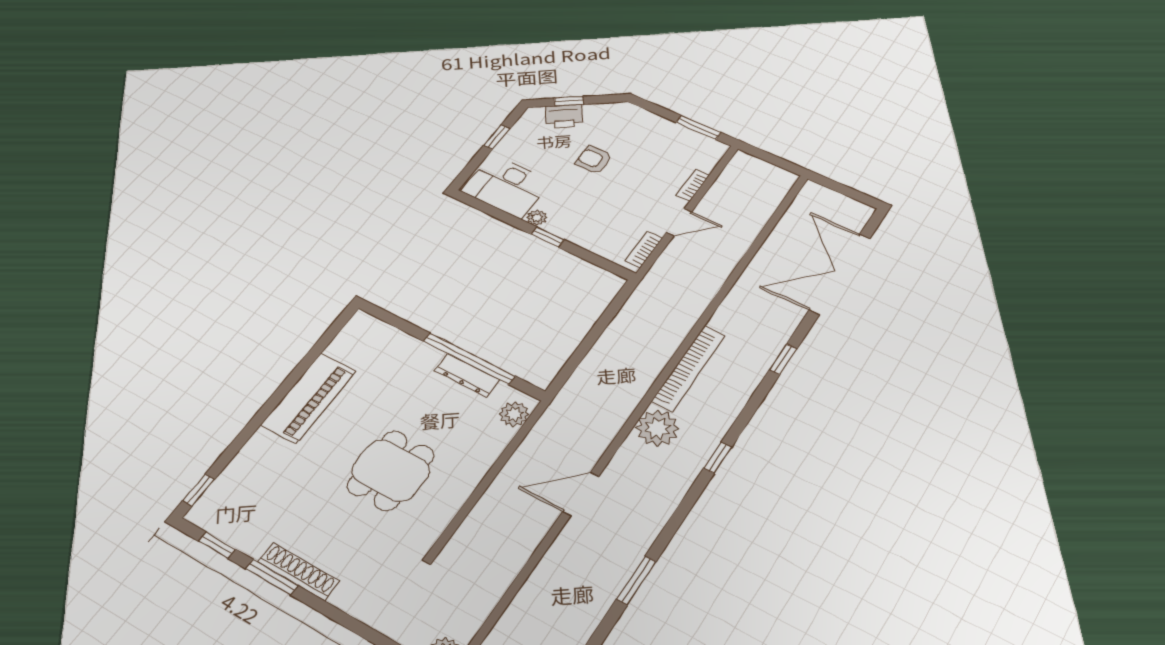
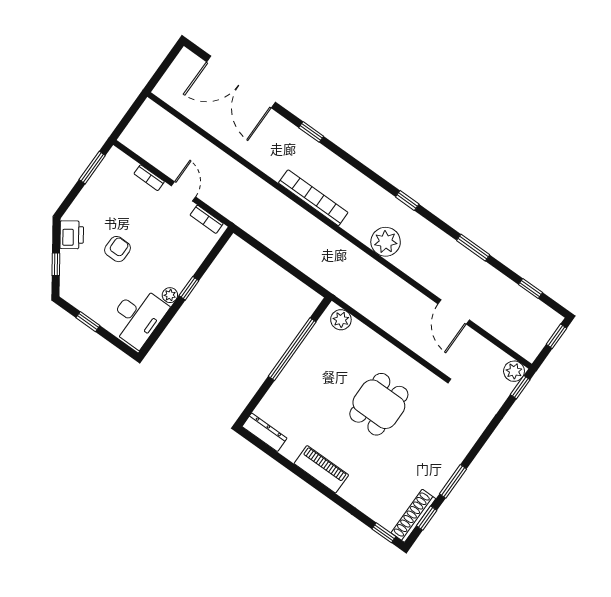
printer: (564, 116) -> (72, 235), moved
armchair: (594, 160) -> (117, 249), turned 180
dresser: (467, 375) -> (264, 432), moved, turned -90
piano: (309, 398) -> (321, 469), width x0.73, depth x0.75
plant: (658, 428) -> (386, 242), moved
window: (718, 458) -> (407, 200), moved
dining table: (391, 470) -> (379, 404), turned 90
door: (581, 494) -> (454, 312), moved
shoe rack: (298, 571) -> (413, 516), moved

